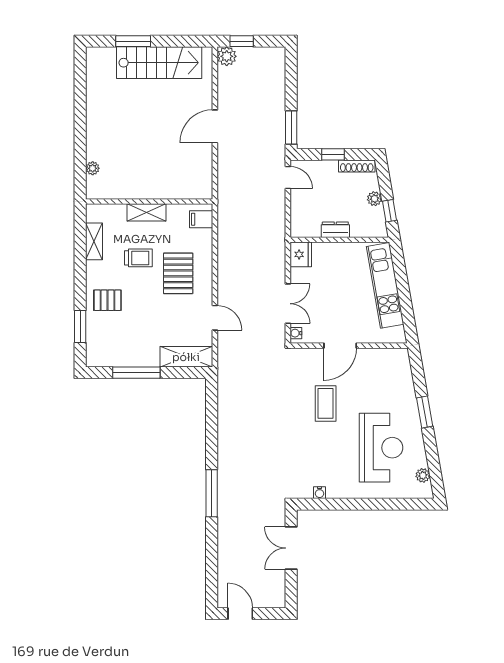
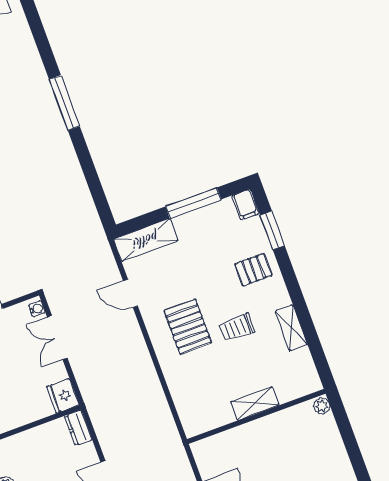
wall: (149, 201) -> (256, 416), moved
shelving: (146, 212) -> (255, 404), moved
filing cabinet: (201, 219) -> (246, 205), moved, turned 90
dresser: (335, 230) -> (78, 428), moved, turned 90

